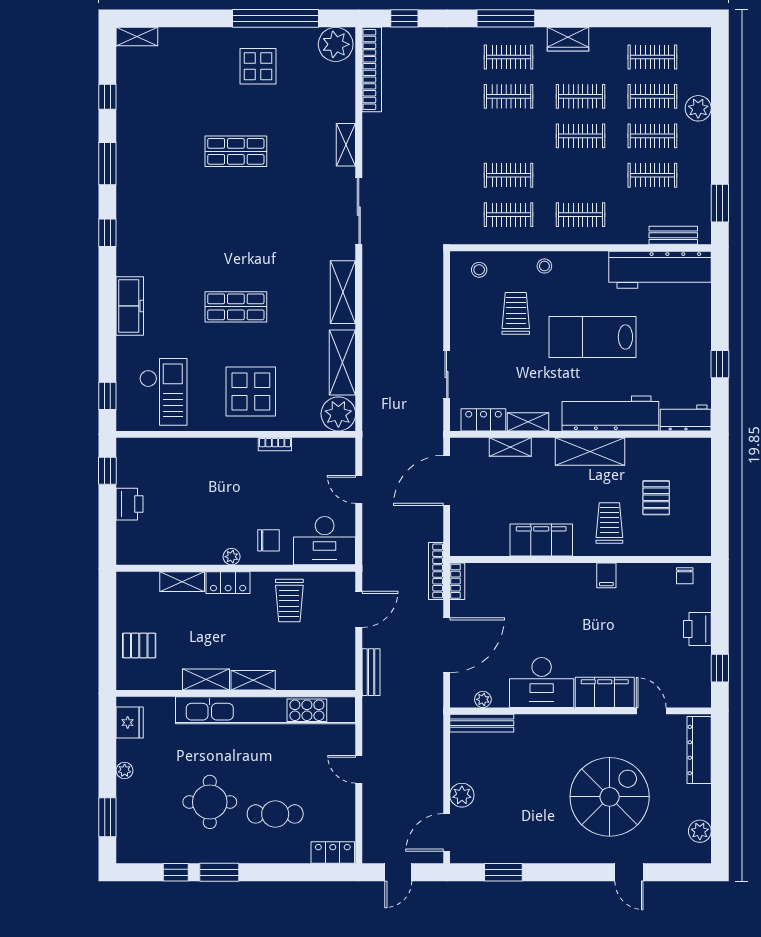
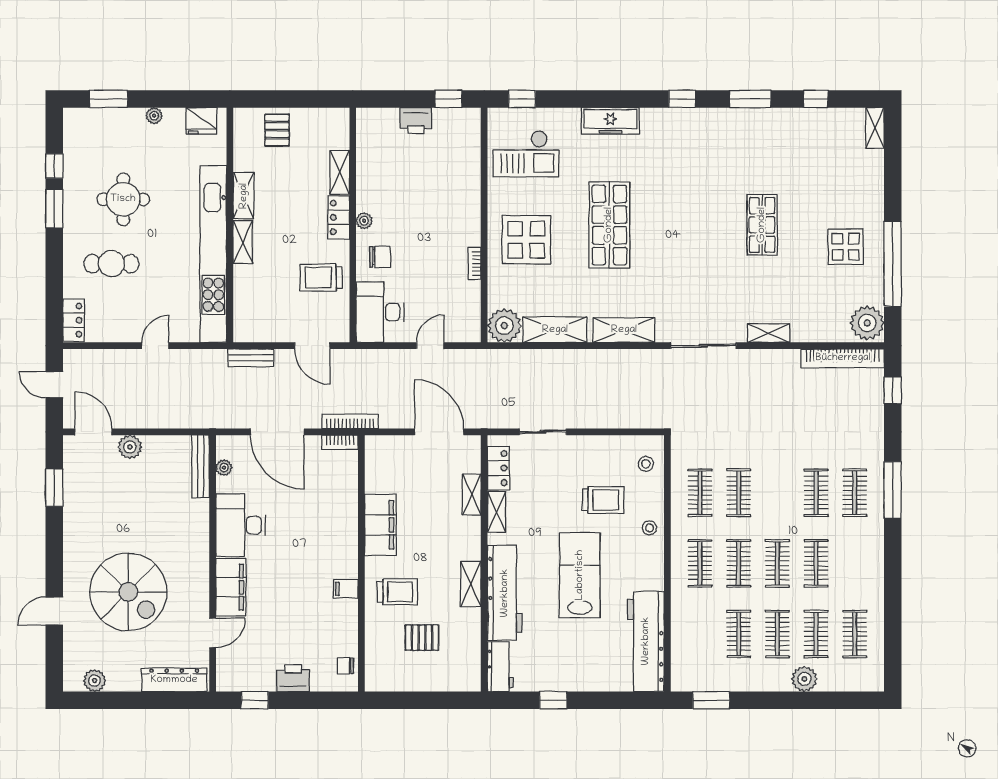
wardrobe: (568, 39) -> (872, 551), removed
clothes rail: (580, 175) -> (739, 563), added
bench: (673, 235) -> (680, 654), removed
shop shelf: (236, 307) -> (609, 225), width x1.43, depth x1.36
shelving: (590, 451) -> (471, 584), width x0.67, depth x0.75
chair: (269, 540) -> (380, 257), turned -90
cafe table: (275, 814) -> (111, 264), turned 90

